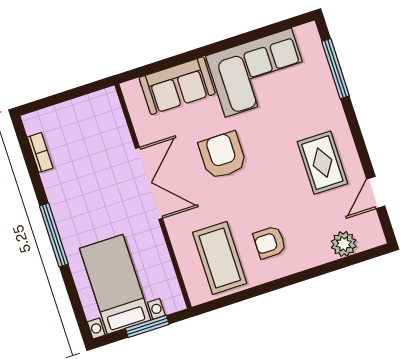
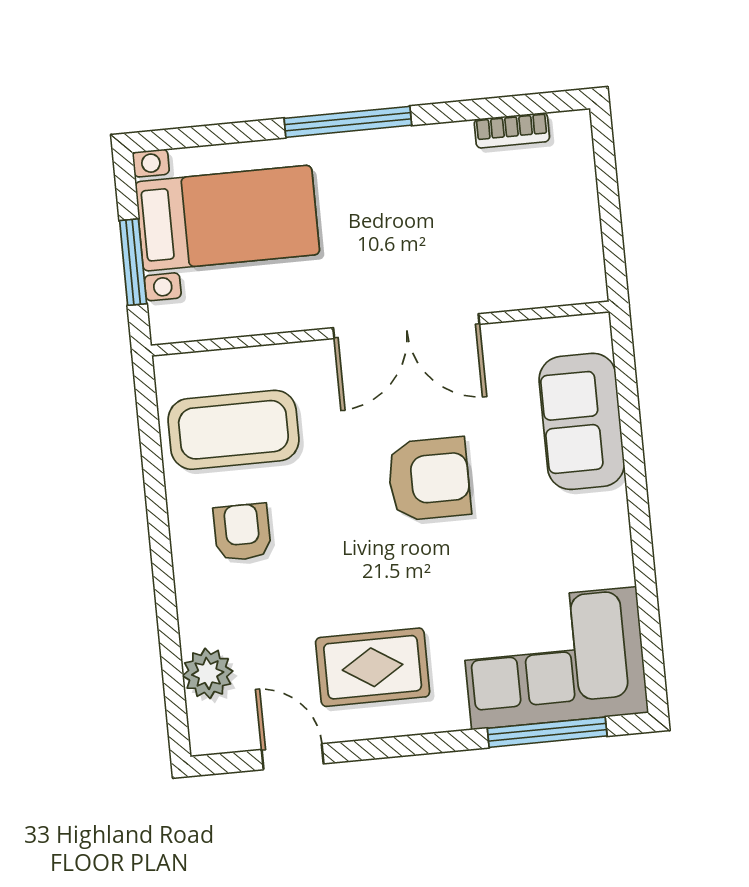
corner sofa: (258, 73) -> (554, 658), moved, turned 90

